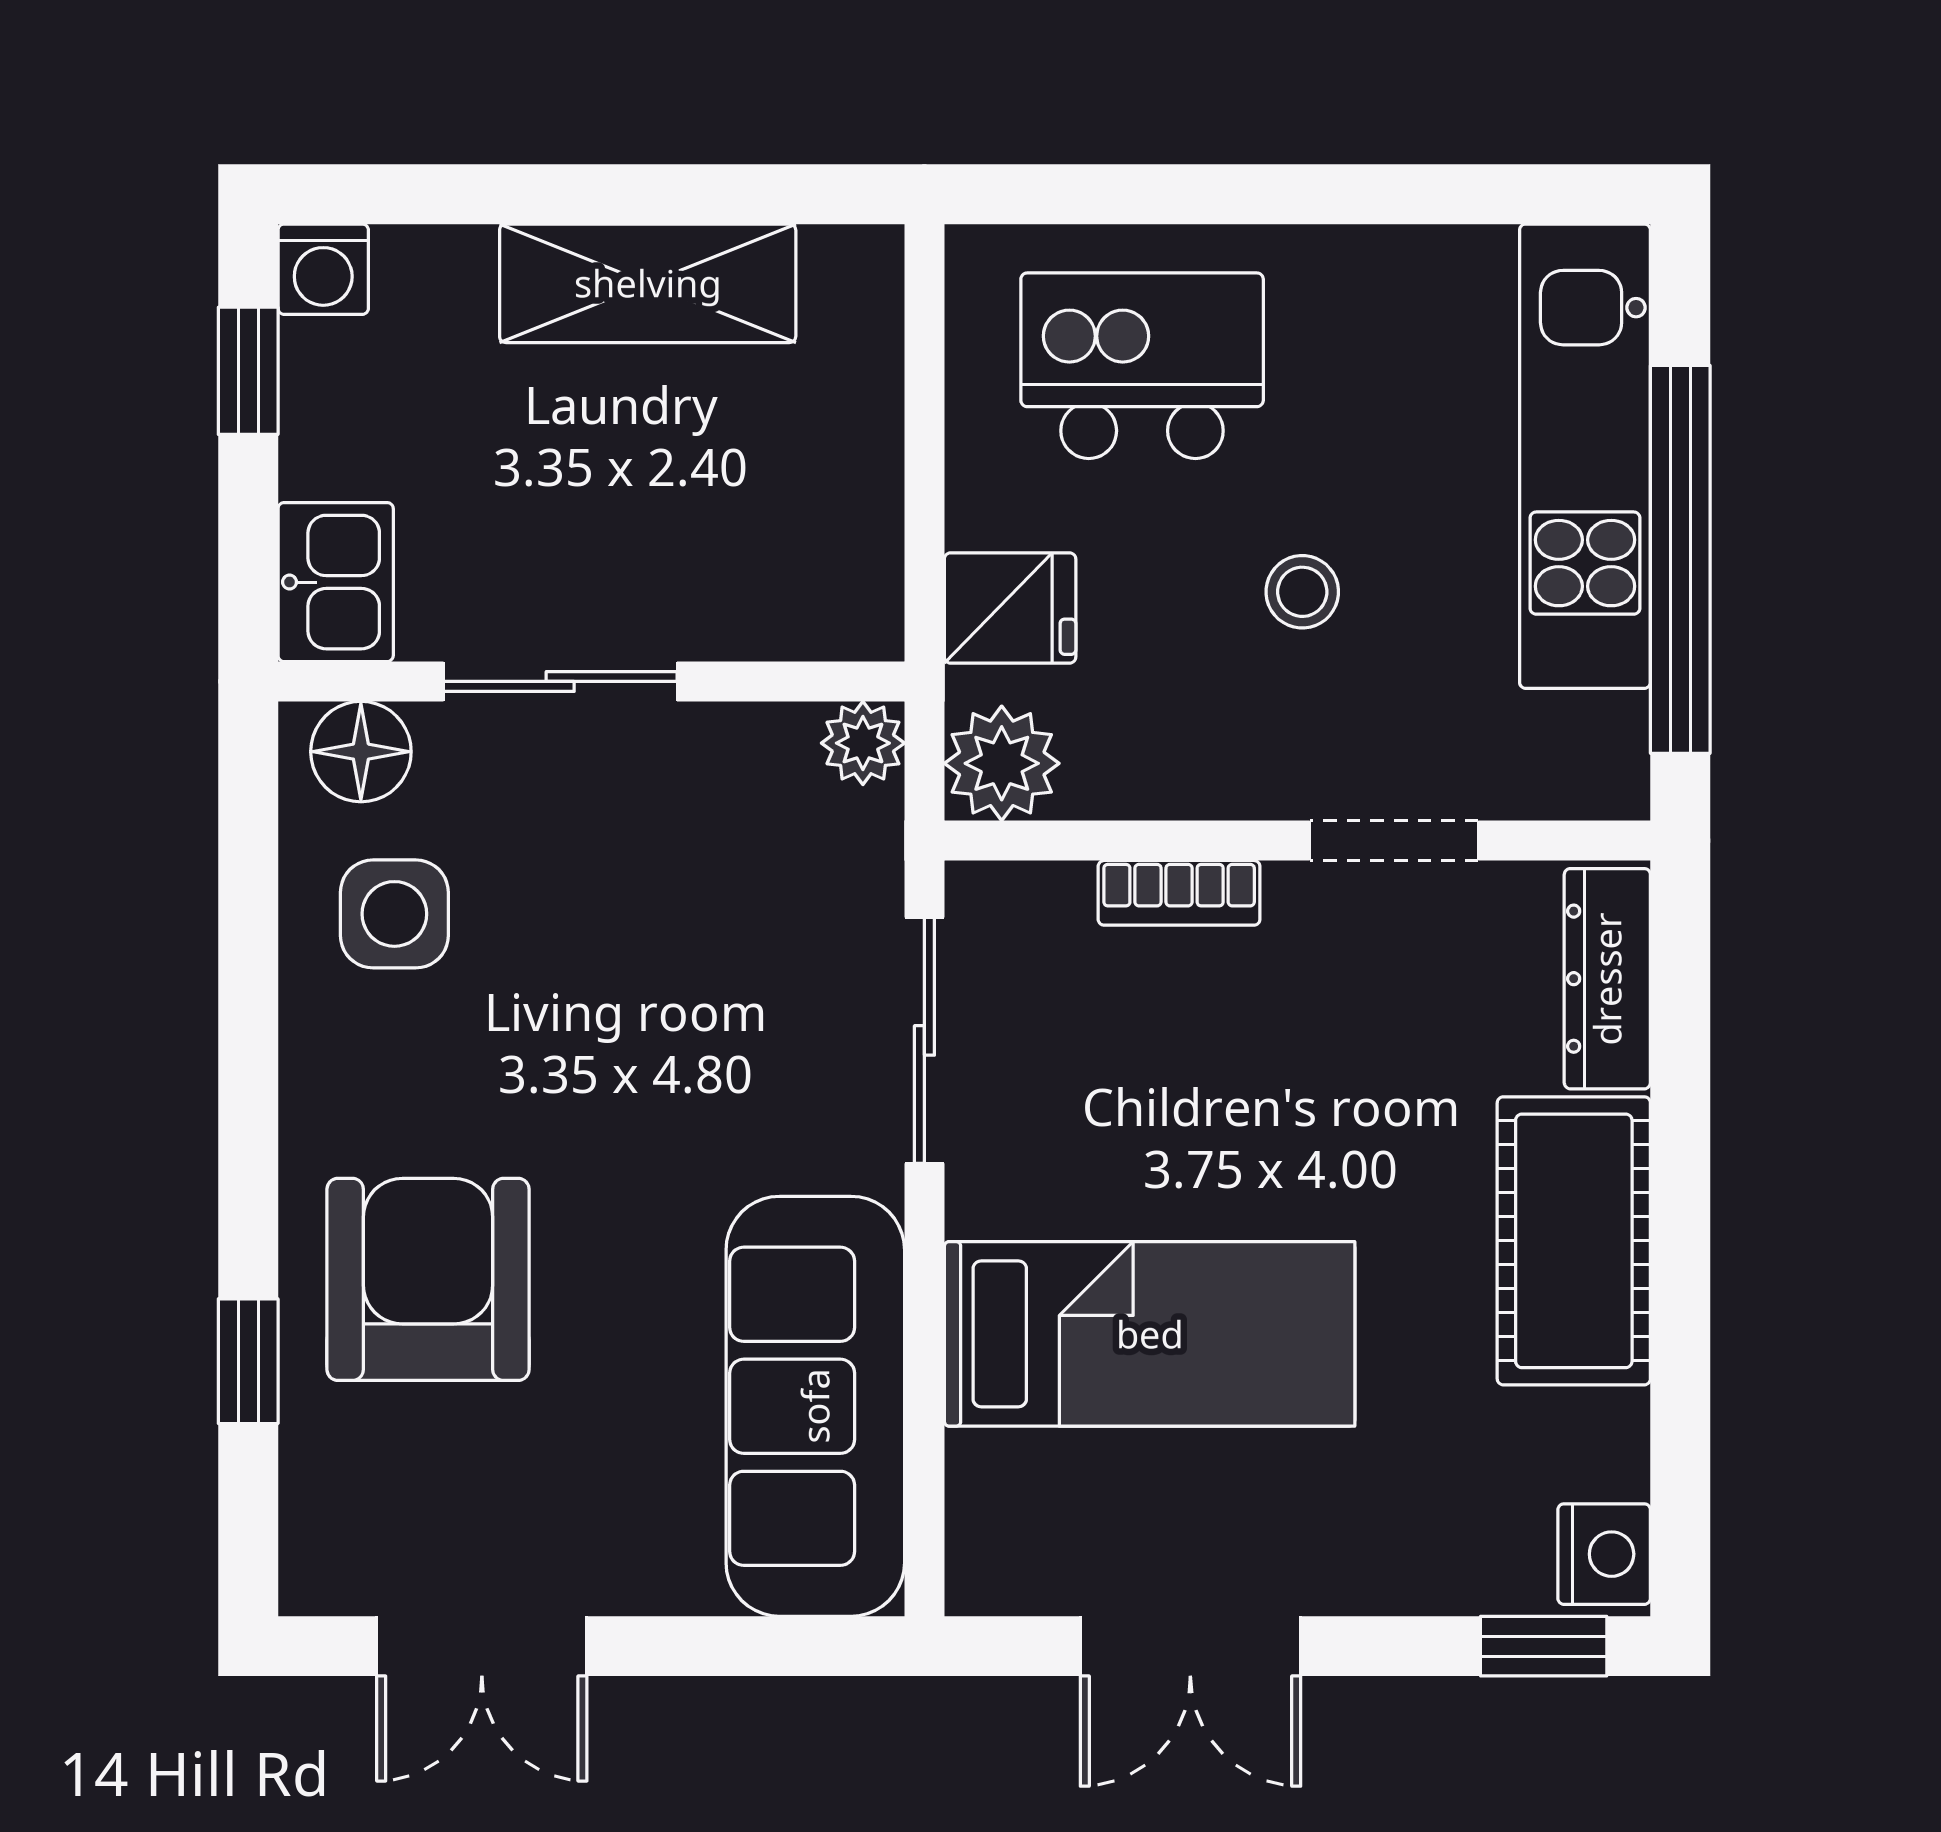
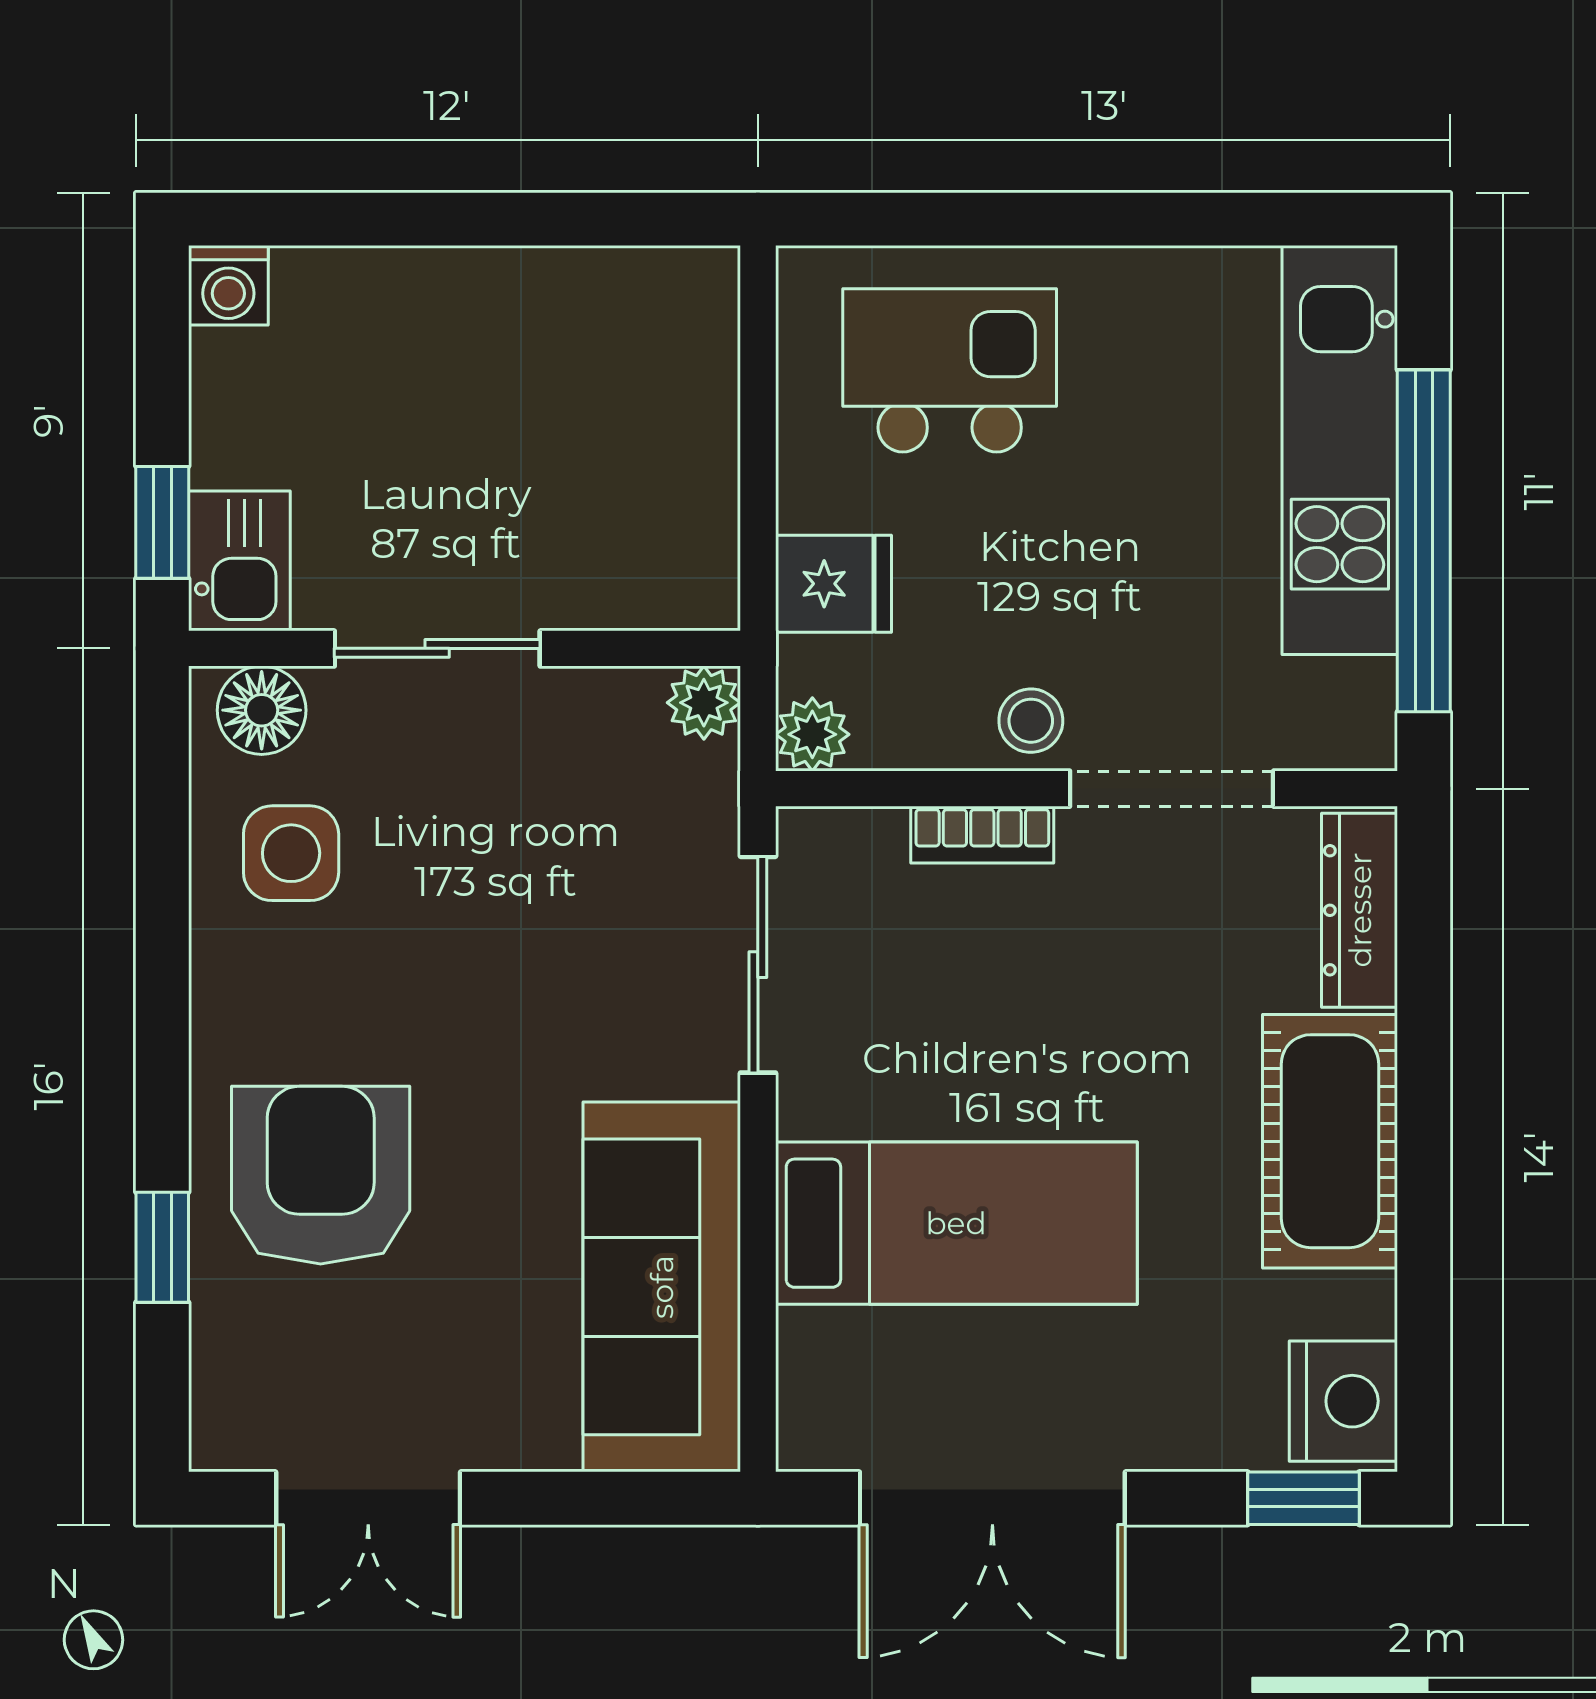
shelving: (648, 283) -> (514, 298), removed
window: (248, 371) -> (162, 522), moved
stool: (1302, 592) -> (1031, 721), moved
plant: (1002, 763) -> (812, 734), width x0.73, depth x0.73
doorway: (1394, 841) -> (1172, 789), width x1.38
nightstand: (1604, 1554) -> (1343, 1401), width x1.36, depth x1.33
double door: (1190, 1646) -> (992, 1498), width x1.37

